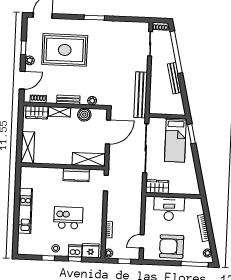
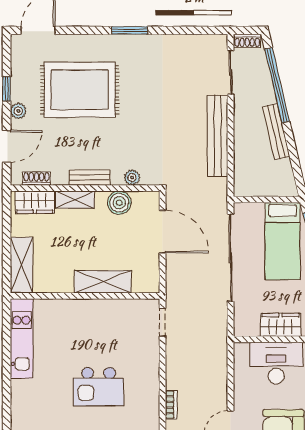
bench: (141, 95) -> (218, 136), moved
door: (108, 132) -> (163, 232), hinge flipped
shelving: (88, 159) -> (103, 282), moved
kitchen counter: (76, 175) -> (109, 310), removed
wardrobe: (157, 187) -> (280, 325), moved
kitchen unit: (25, 211) -> (22, 338), moved
kitchen island: (68, 218) -> (99, 387), turned 180

